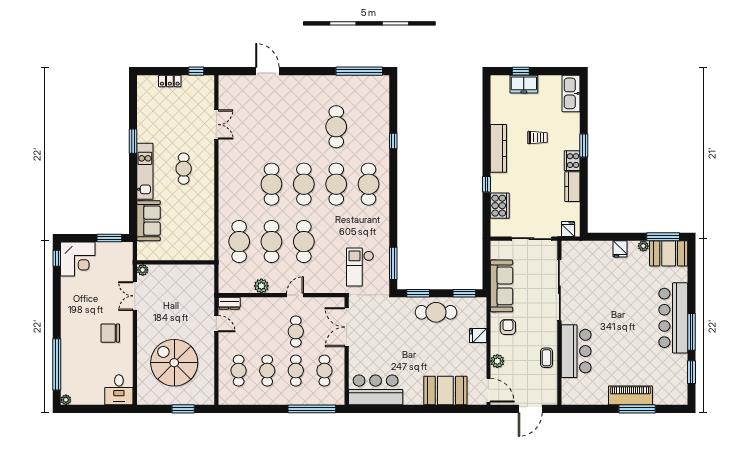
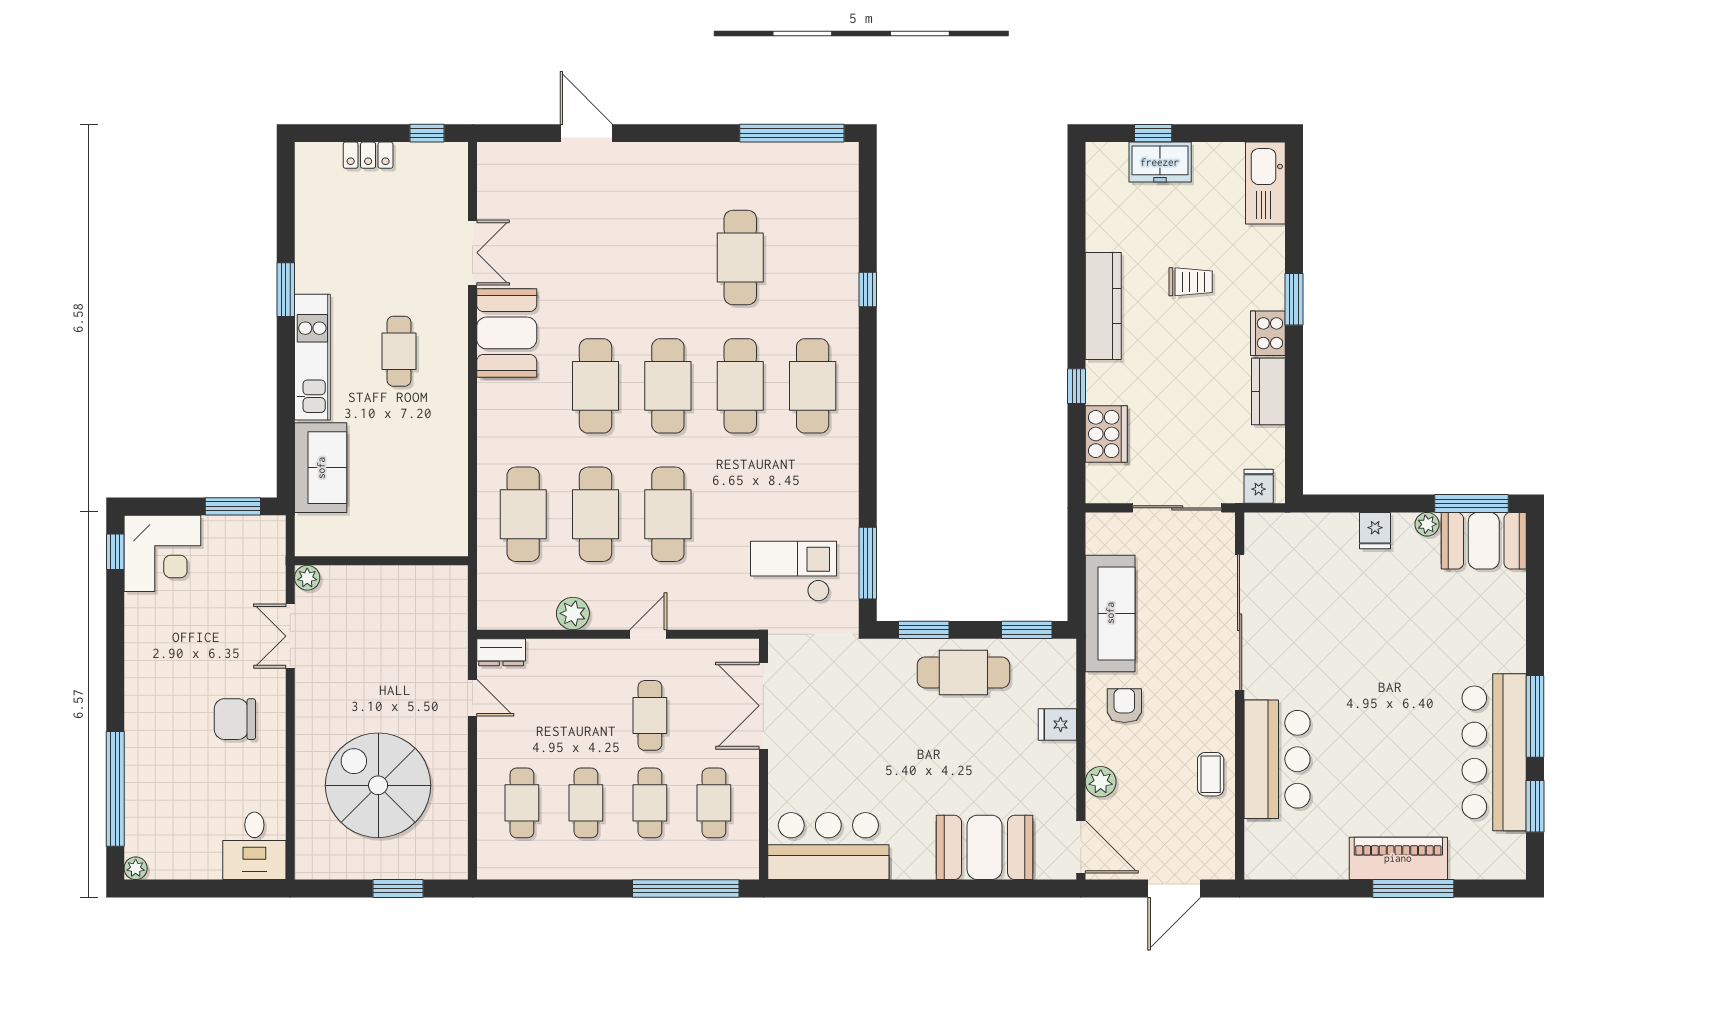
booth: (232, 160) -> (507, 333), added
checkout: (360, 267) -> (793, 571), turned 90
bar counter: (673, 318) -> (1494, 752), moved

